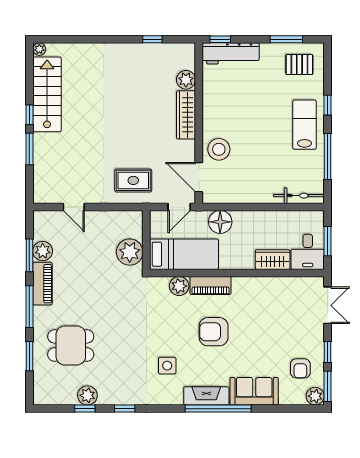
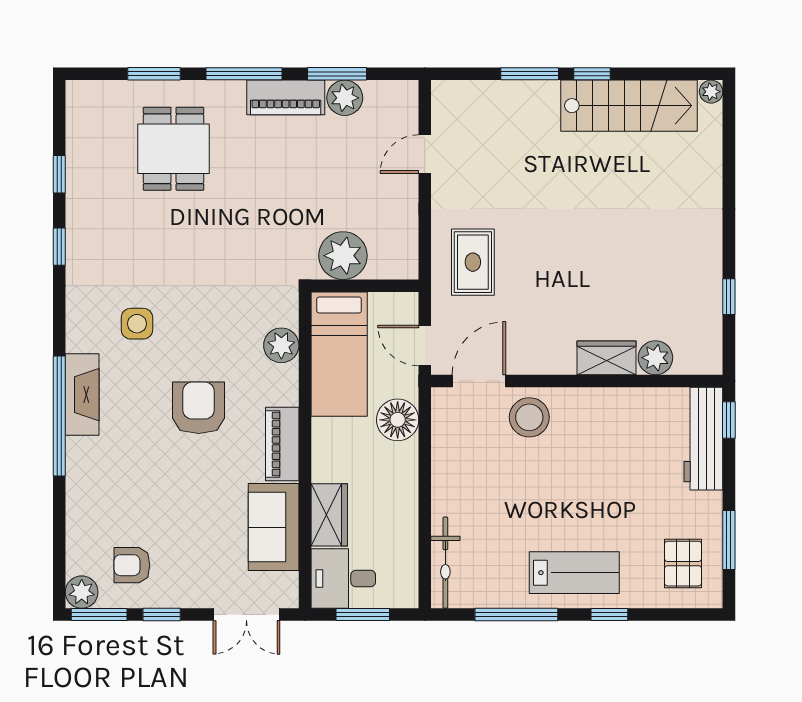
wardrobe: (186, 115) -> (606, 358), width x0.67
piano: (211, 286) -> (282, 444), moved
sofa: (254, 391) -> (274, 527), moved, turned 180
plant: (87, 395) -> (83, 179), removed

